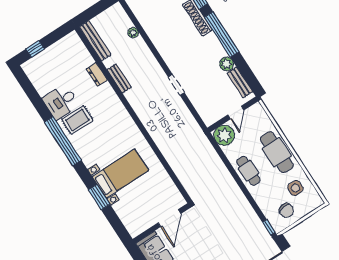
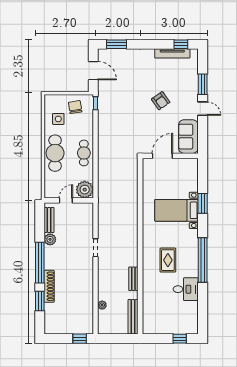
dresser: (97, 74) -> (147, 292), removed
rug: (77, 120) -> (168, 260), moved, turned 90

